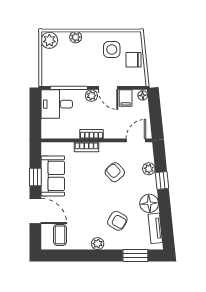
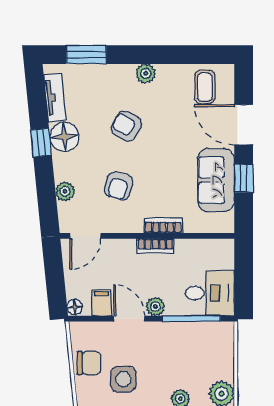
armchair: (115, 172) -> (119, 186), turned 59
window: (162, 181) -> (41, 143), moved
armchair: (117, 221) -> (126, 126), moved

